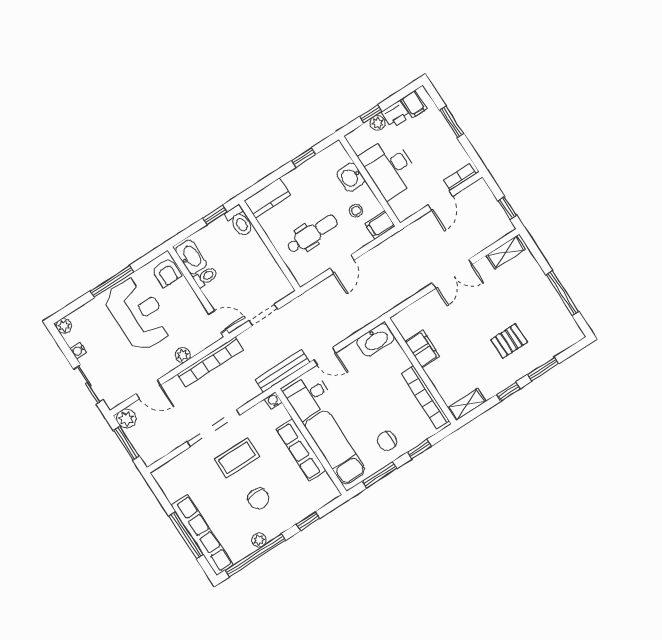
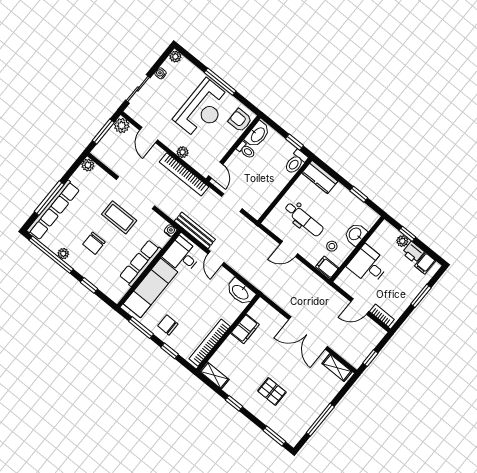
desk: (389, 168) -> (368, 265), width x0.73
armchair: (167, 273) -> (240, 120), turned 90
double door: (452, 274) -> (308, 333), width x1.37
window: (543, 369) -> (274, 436), moved
plant: (161, 475) -> (88, 165), added

